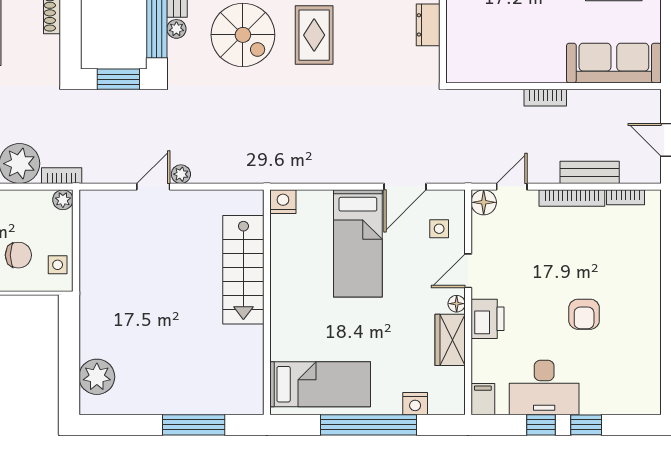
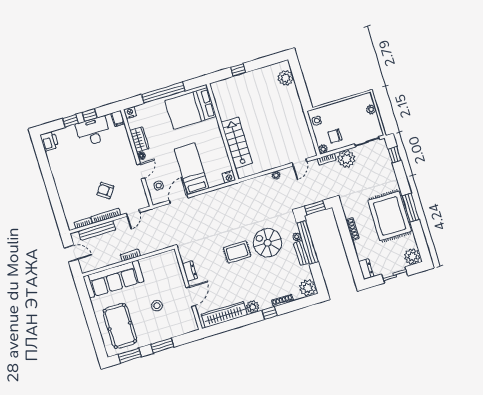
rug: (314, 35) -> (237, 252), turned 90
sofa: (614, 63) -> (113, 279), width x1.36, depth x1.27
bench: (590, 172) -> (97, 230), width x1.36
door: (153, 187) -> (299, 162), moved
floor lamp: (484, 202) -> (143, 203), removed
chair: (18, 255) -> (335, 136), moved
armchair: (584, 314) -> (105, 190), moved, turned -55
printer: (487, 319) -> (49, 141), moved, turned 180
bed: (320, 384) -> (191, 109), width x1.50
nightstand: (415, 404) -> (130, 113), moved
window: (194, 425) -> (238, 70), width x0.46

